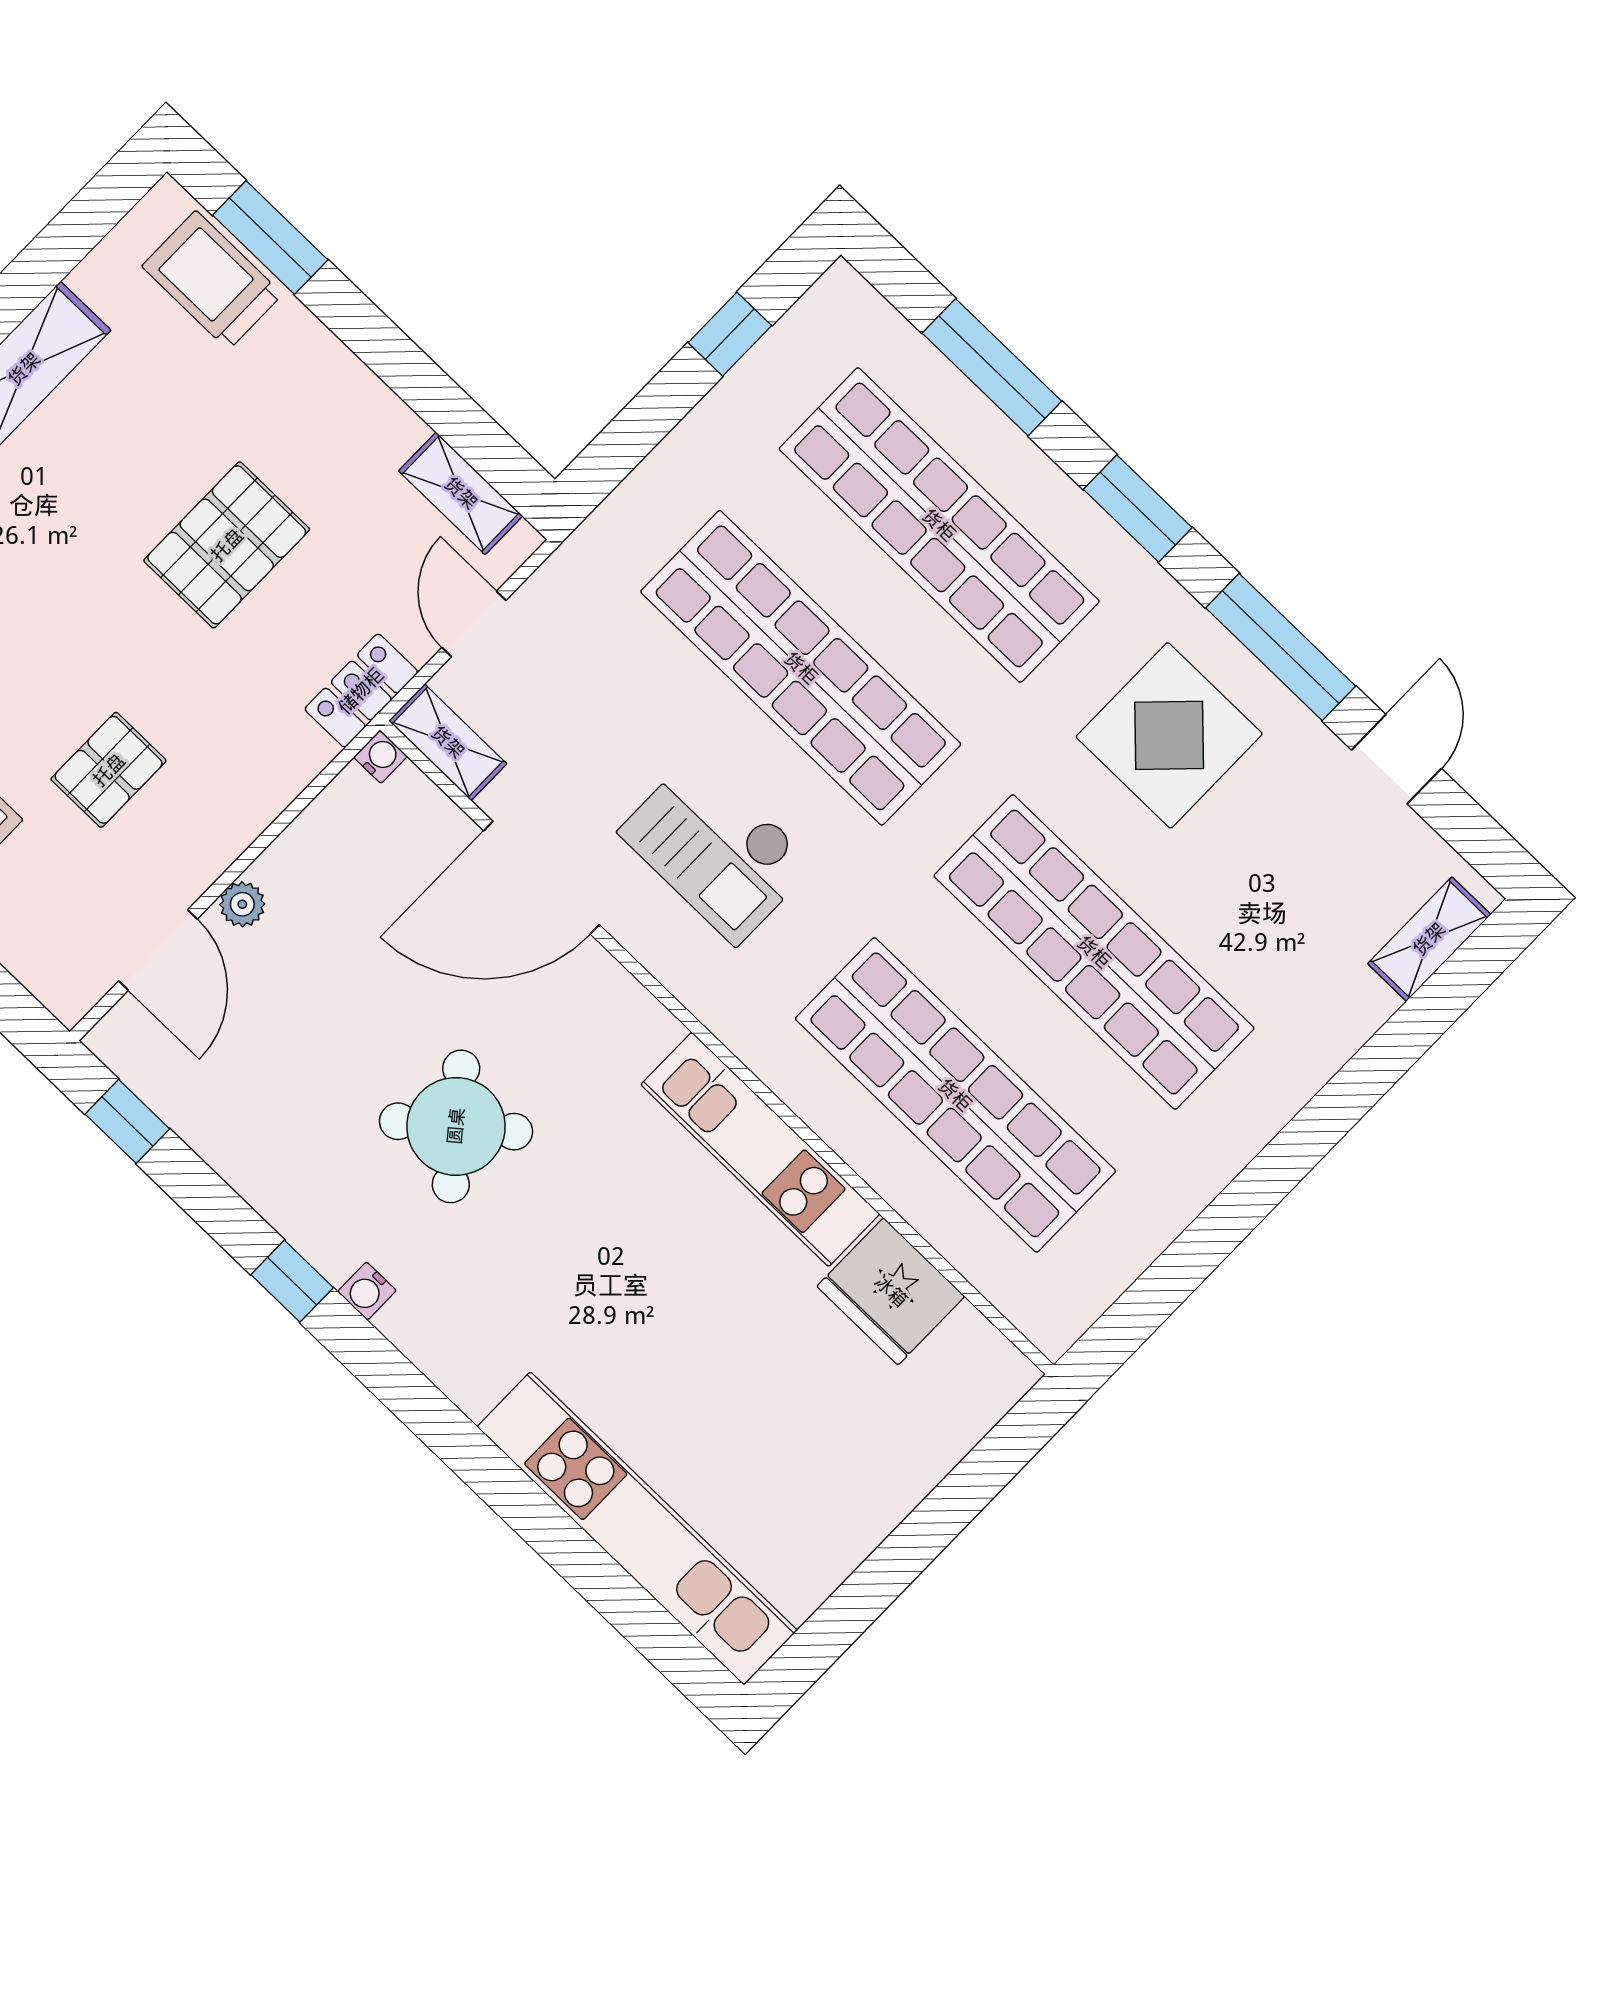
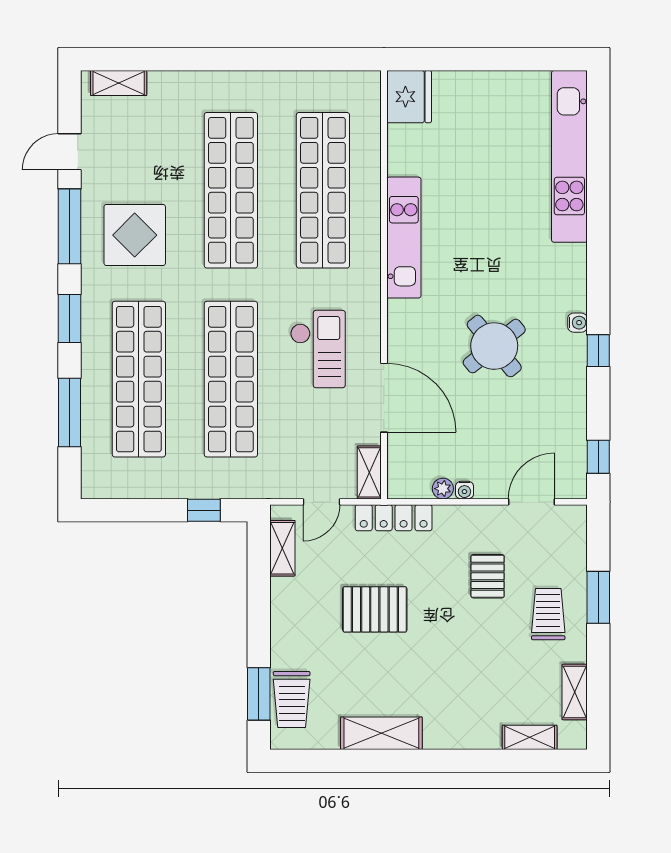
window: (730, 334) -> (204, 510), moved
locker: (361, 691) -> (394, 518), width x1.53
water cooler: (381, 757) -> (464, 490), moved, turned -90
pallet: (109, 770) -> (488, 576), turned 90
plant: (242, 904) -> (443, 489), moved
fridge: (891, 1291) -> (409, 97), moved

